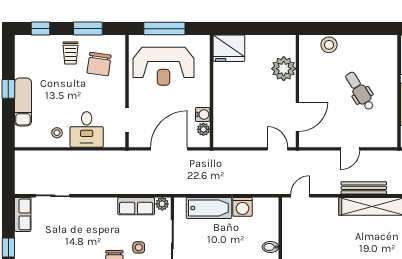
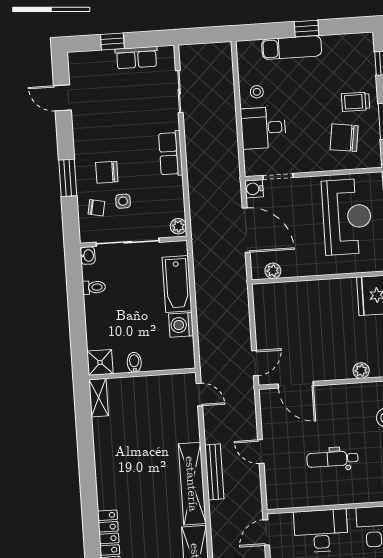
reception desk: (164, 66) -> (347, 217), turned 180
plant: (284, 69) -> (361, 371), width x0.53, depth x0.53
dental chair: (360, 91) -> (332, 459), turned -148
water cooler: (203, 114) -> (254, 189), moved, turned 90
row of seats: (136, 206) -> (171, 153), moved
row of seats: (23, 214) -> (136, 58), moved

